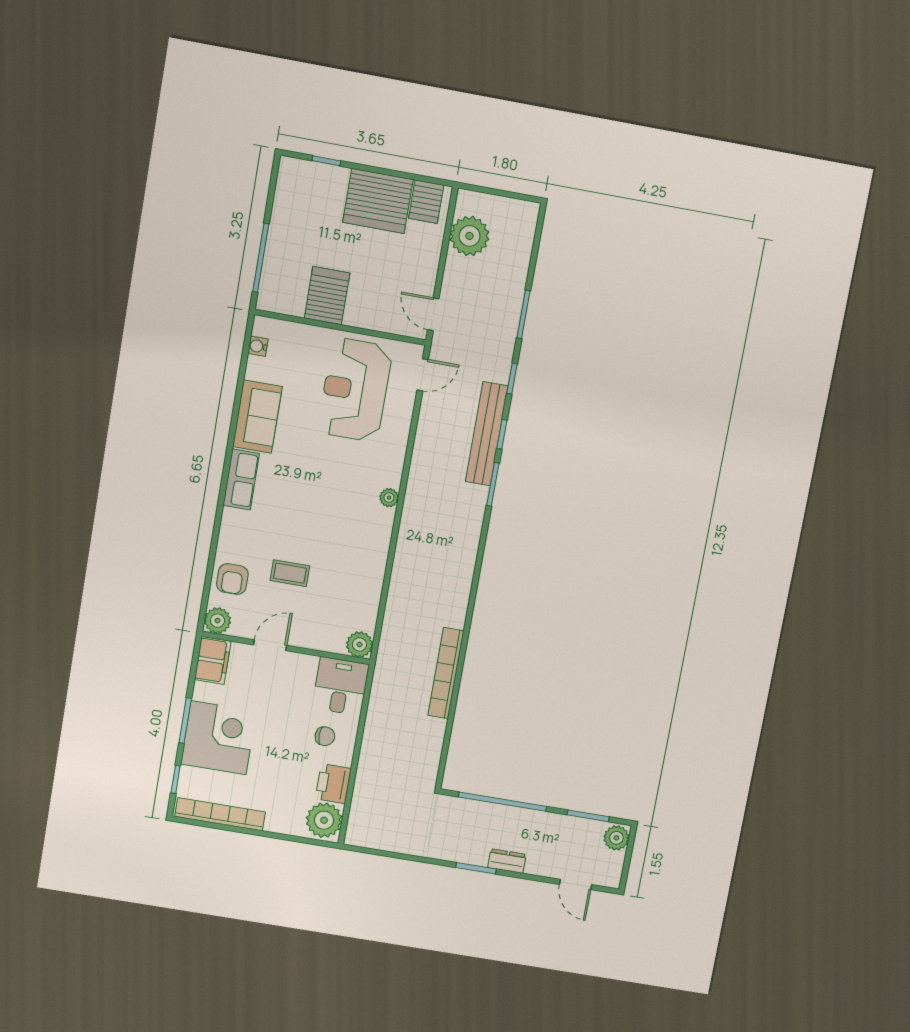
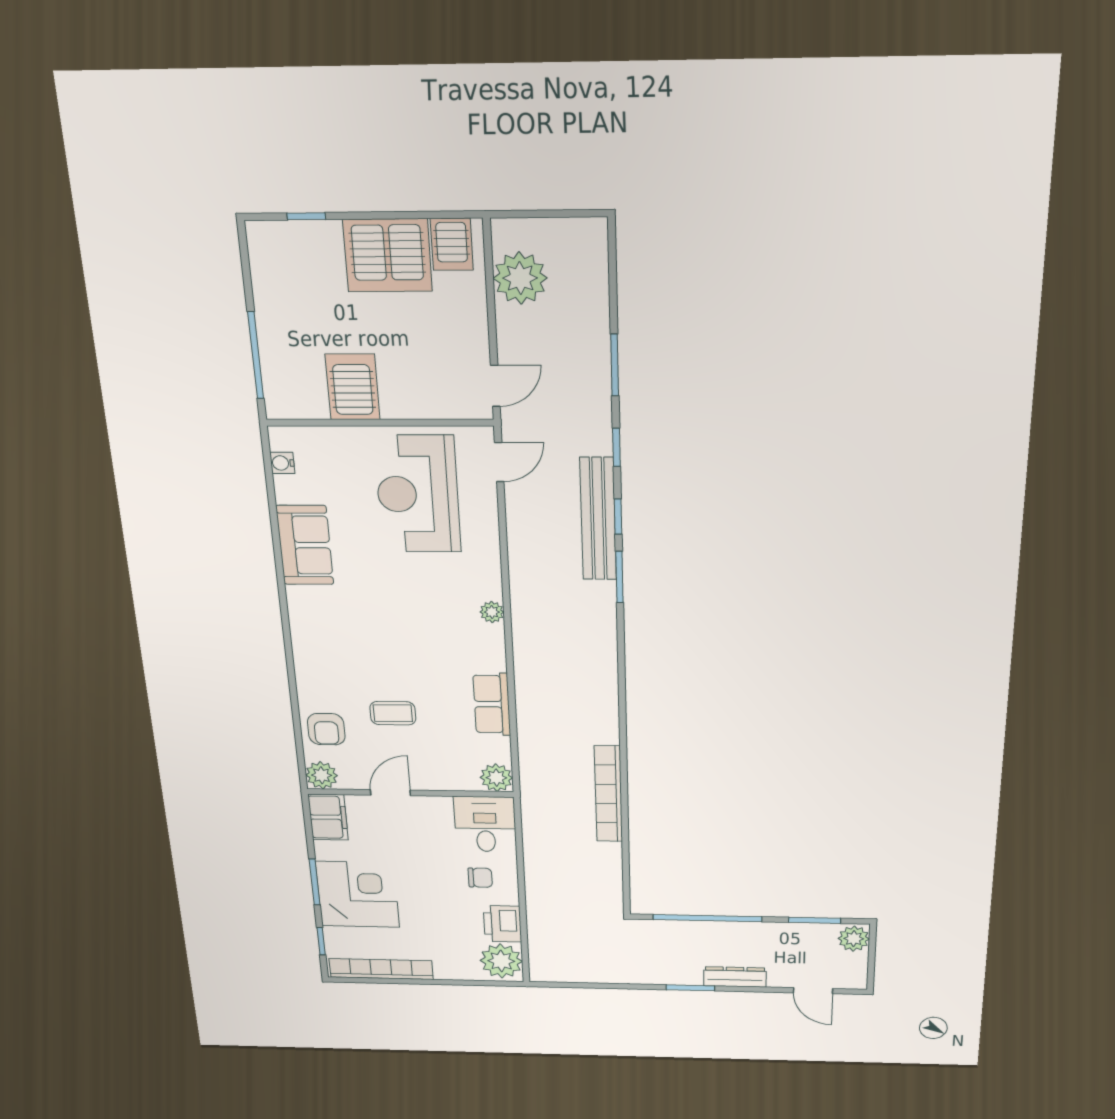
door: (433, 314) -> (495, 386), swing flipped
row of seats: (241, 479) -> (492, 704), moved, turned 180
dresser: (507, 861) -> (735, 977), width x1.44

